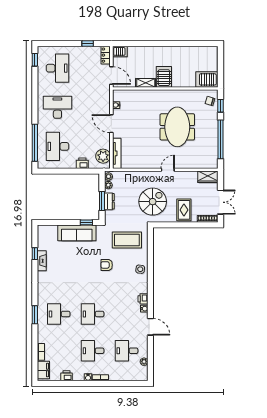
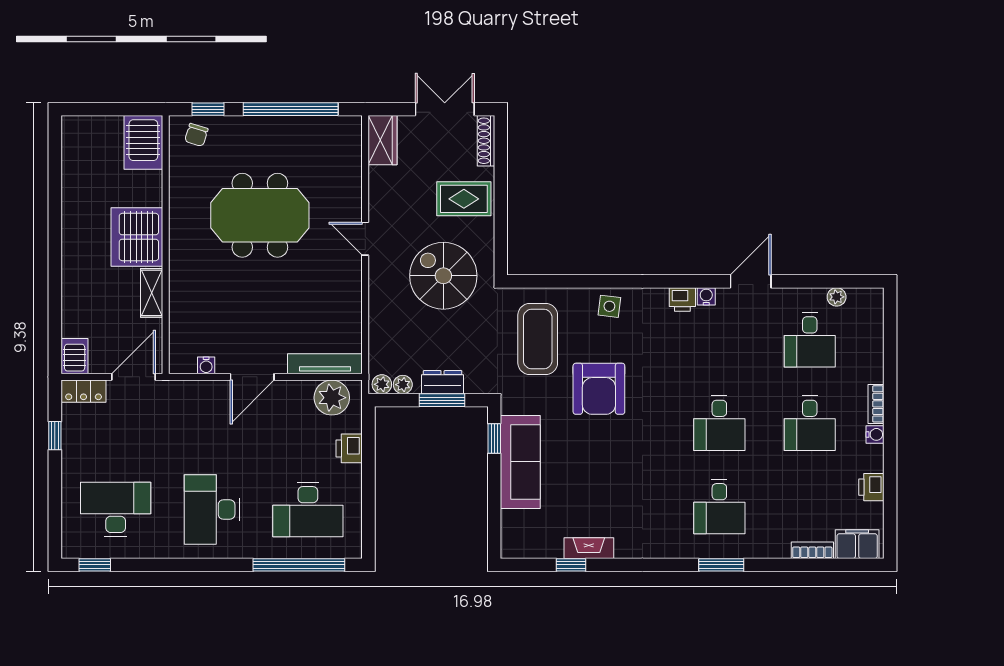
server rack: (164, 77) -> (137, 237), width x1.60
armchair: (107, 265) -> (599, 389), width x1.88, depth x1.88

